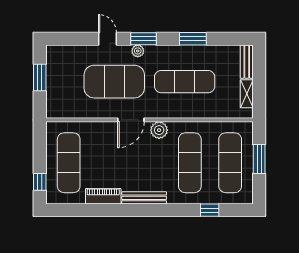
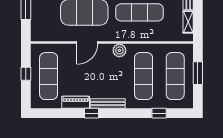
door: (131, 120) -> (87, 42), moved
window: (40, 182) -> (26, 74), moved
window: (124, 210) -> (92, 113), added

